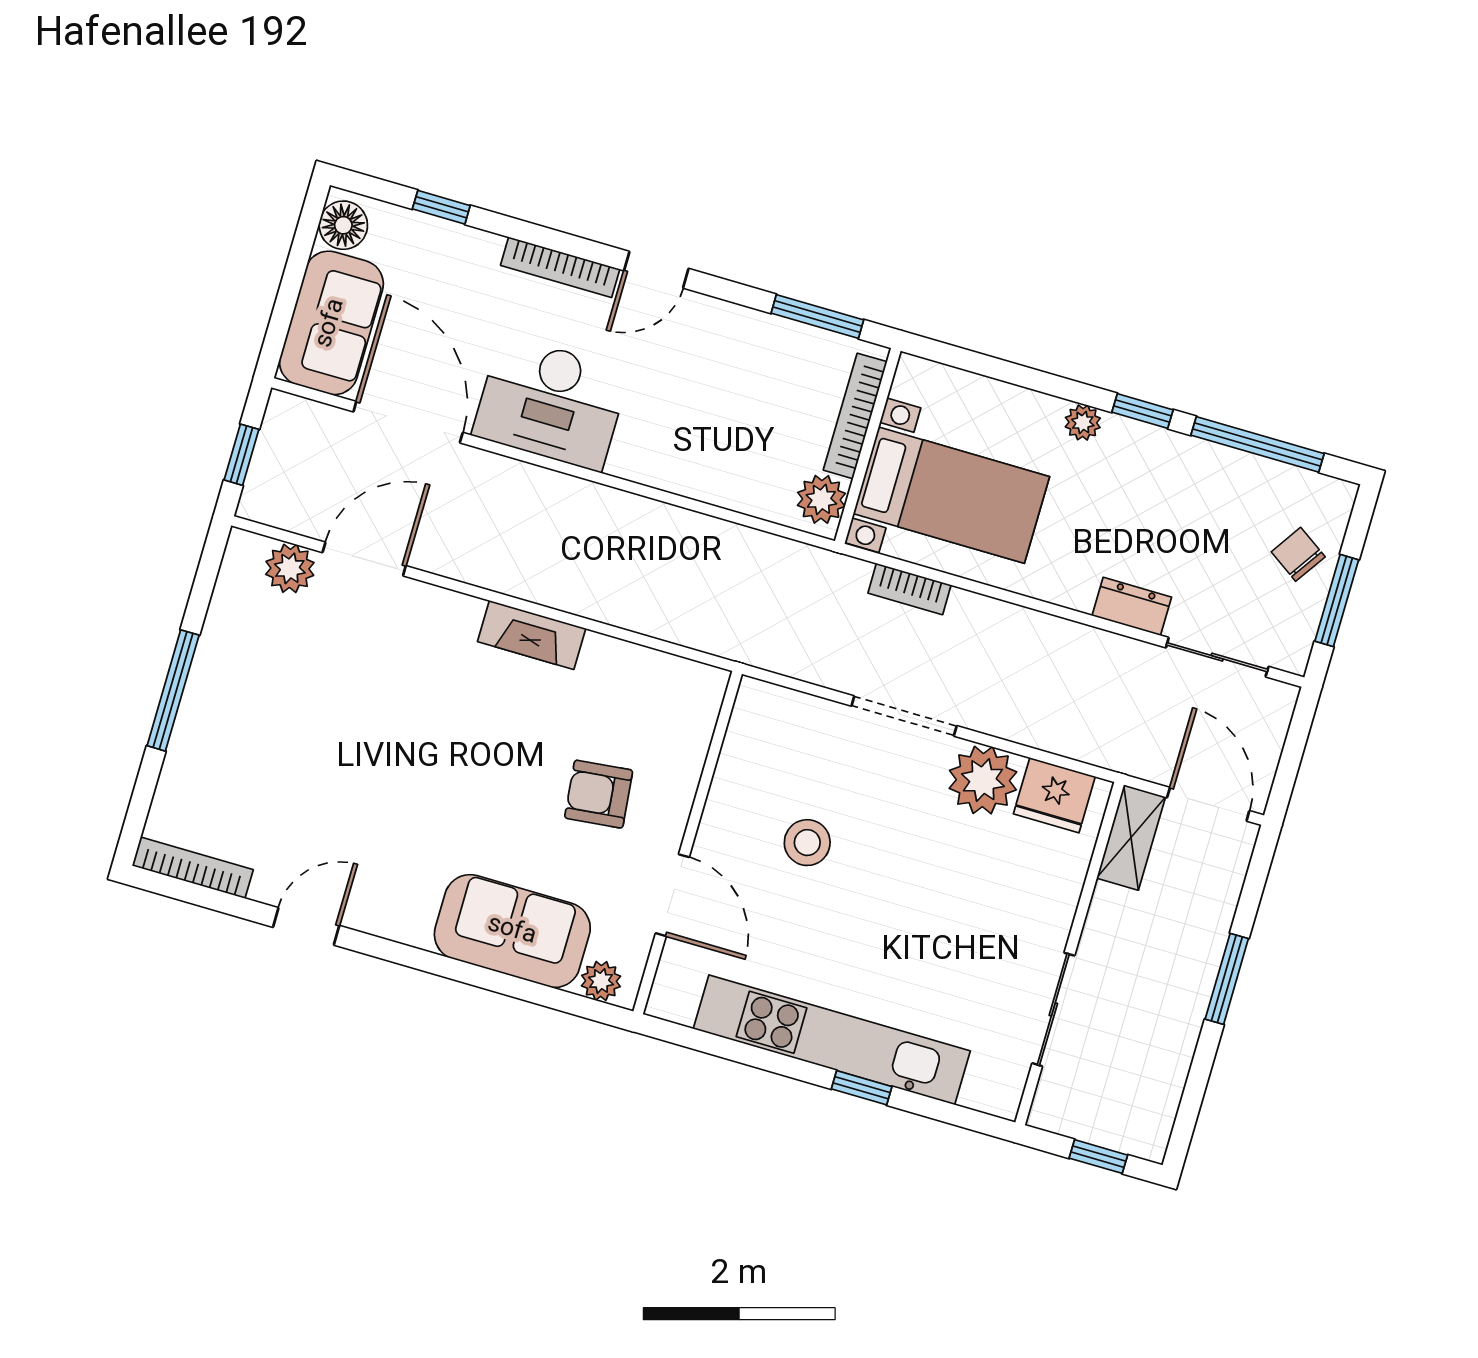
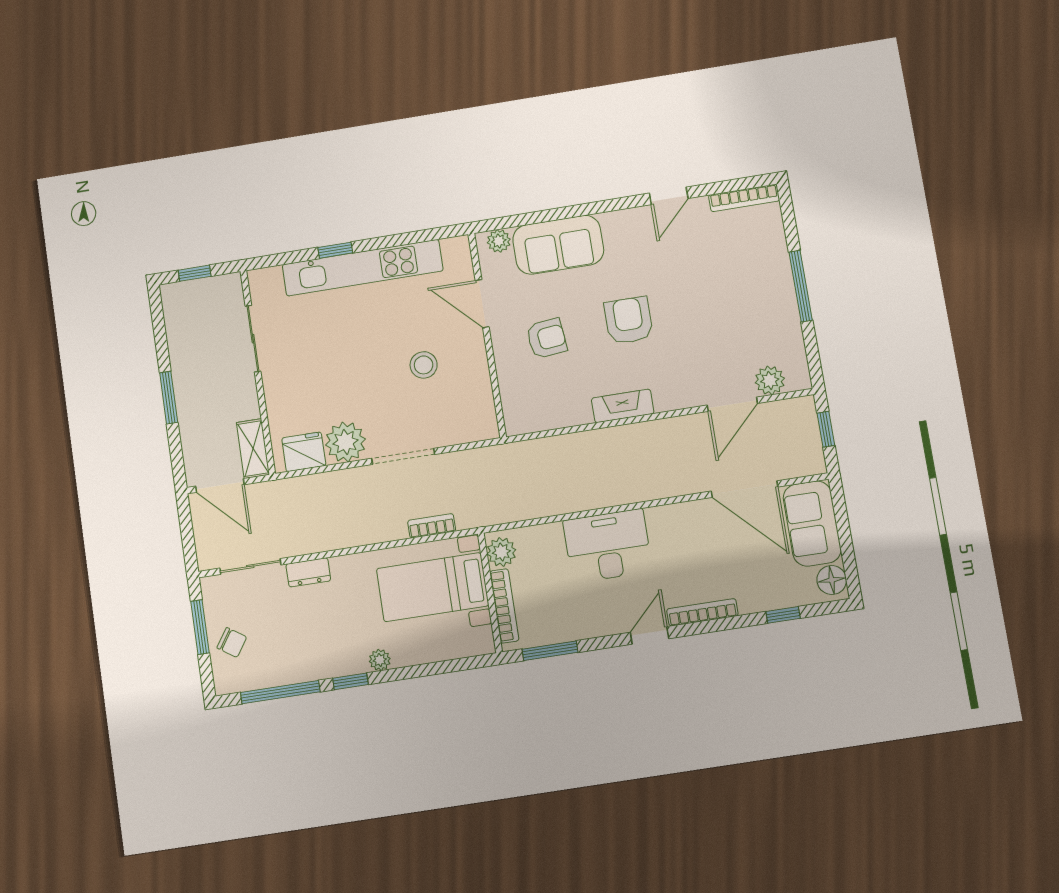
desk: (551, 403) -> (608, 546), moved
armchair: (460, 762) -> (629, 320), added

